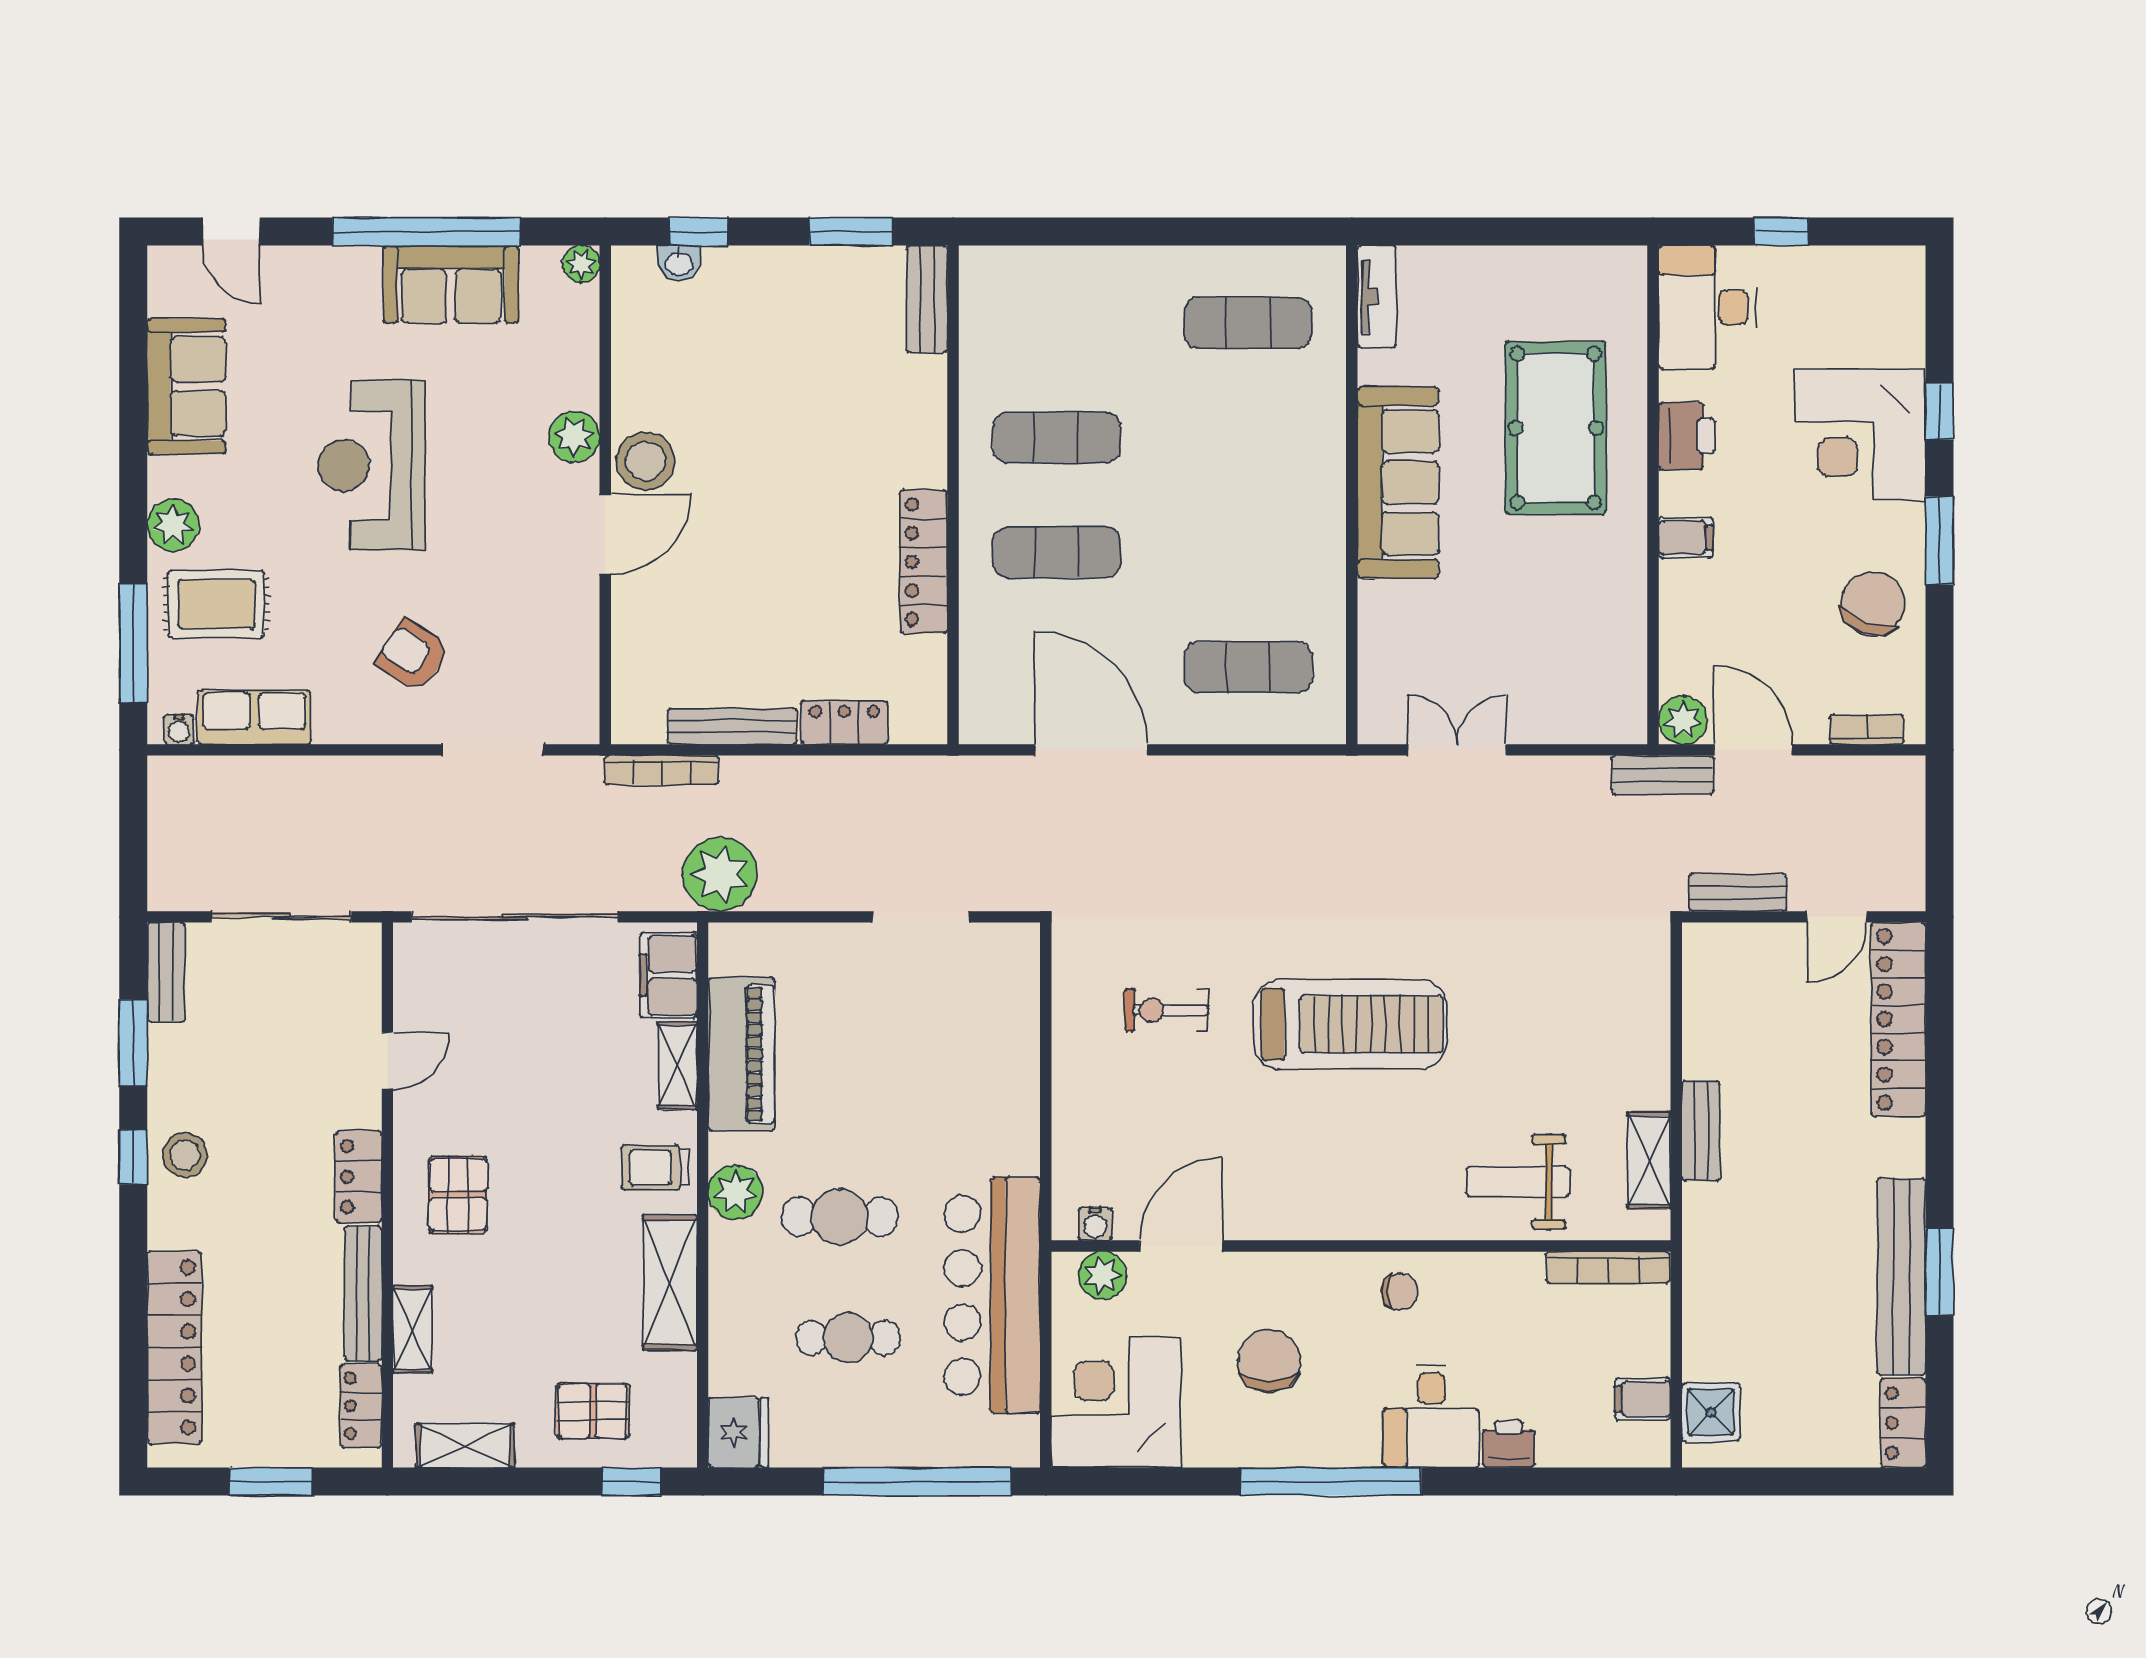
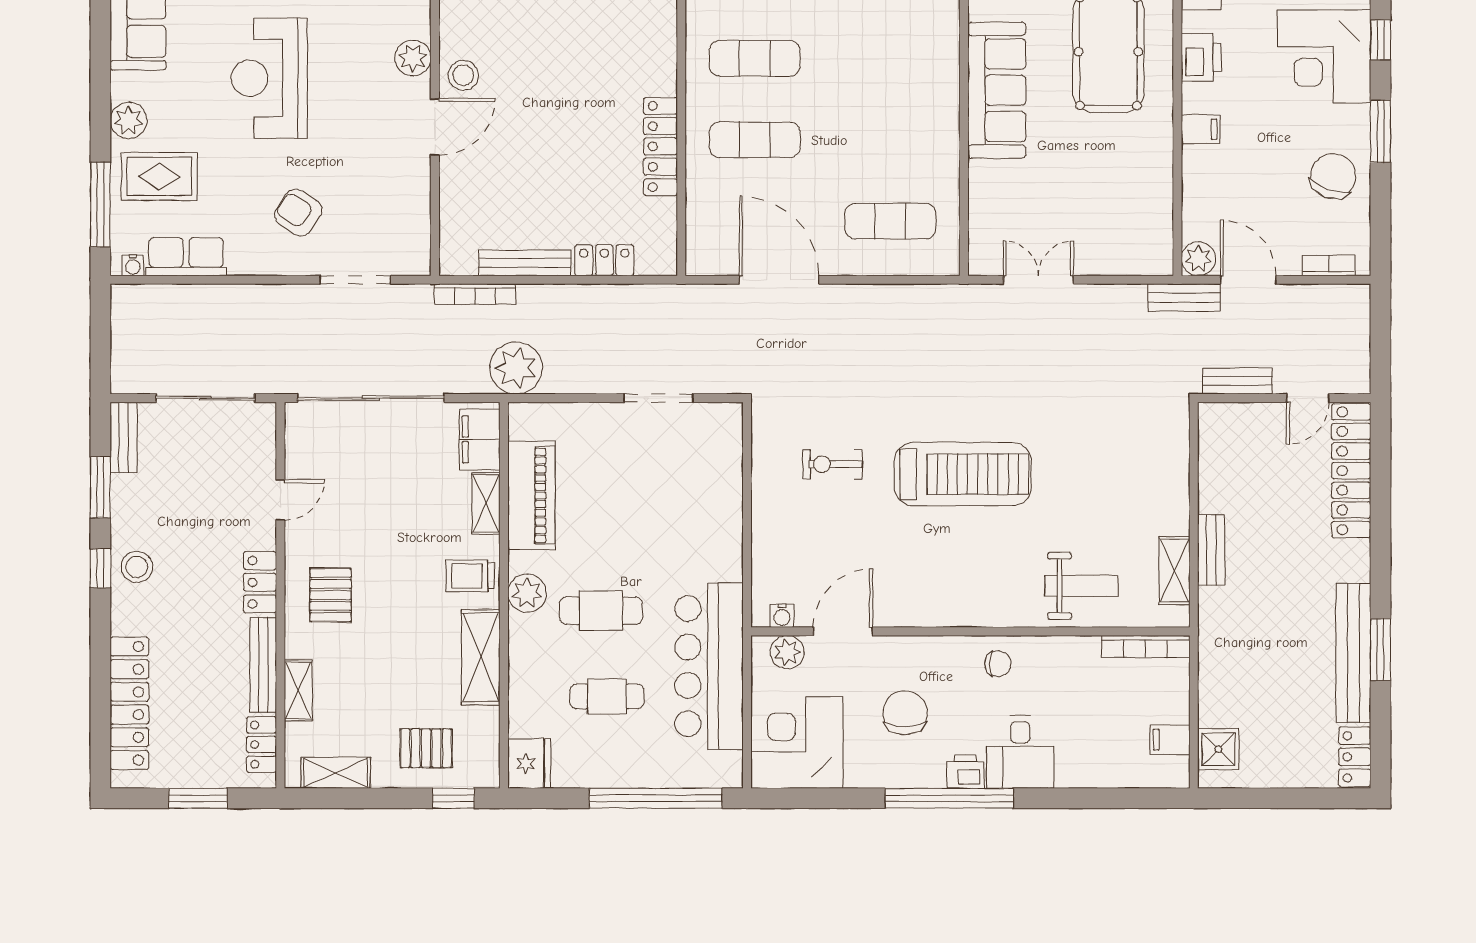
stool: (645, 461) -> (463, 75), width x0.73, depth x0.73
weight bench: (1518, 1182) -> (1081, 586), turned 180
printer: (1509, 1444) -> (965, 772), moved

